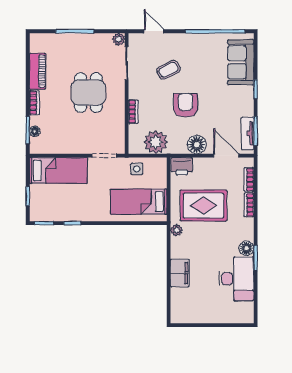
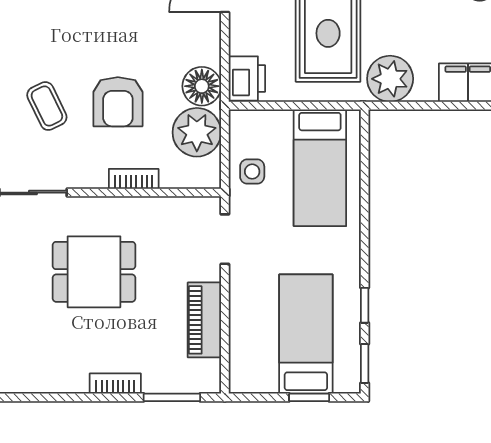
piano: (38, 71) -> (204, 320), moved, turned -90
armchair: (186, 105) -> (118, 102), moved, turned -90
floor lamp: (35, 131) -> (174, 383), removed
floor lamp: (197, 145) -> (202, 86), moved
bed: (58, 170) -> (306, 334), moved
plant: (176, 230) -> (390, 79), width x1.88, depth x1.88

